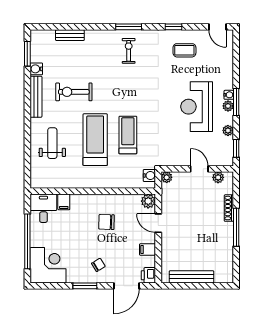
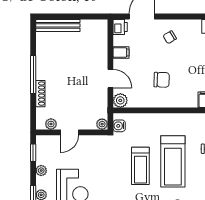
door: (199, 169) -> (70, 132), hinge flipped
bench: (191, 277) -> (58, 25), moved
window: (85, 286) -> (183, 16), removed

